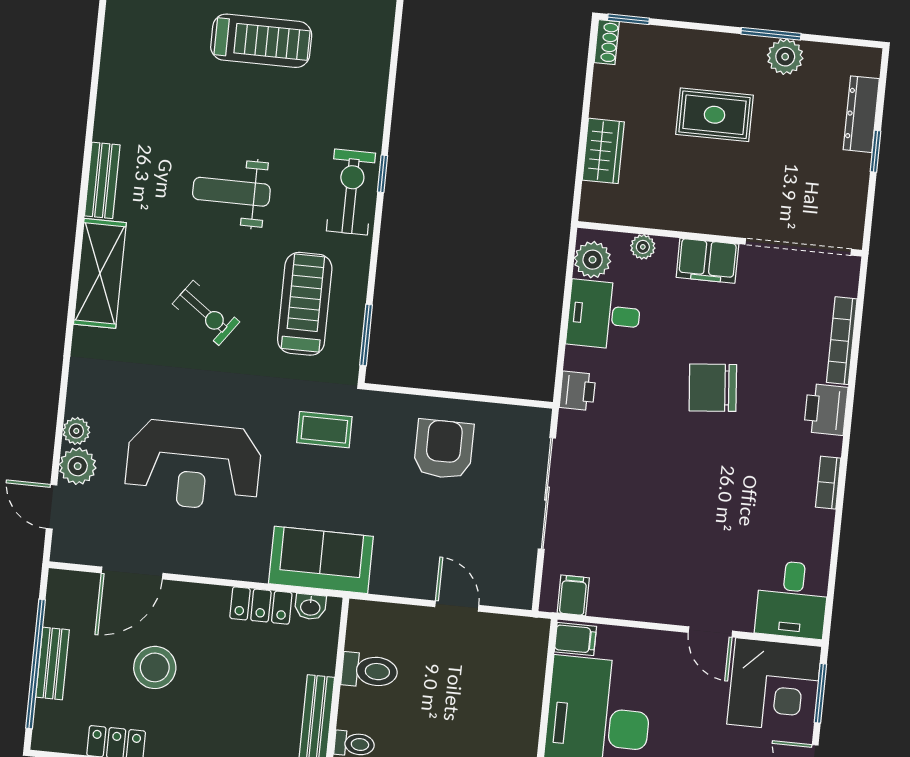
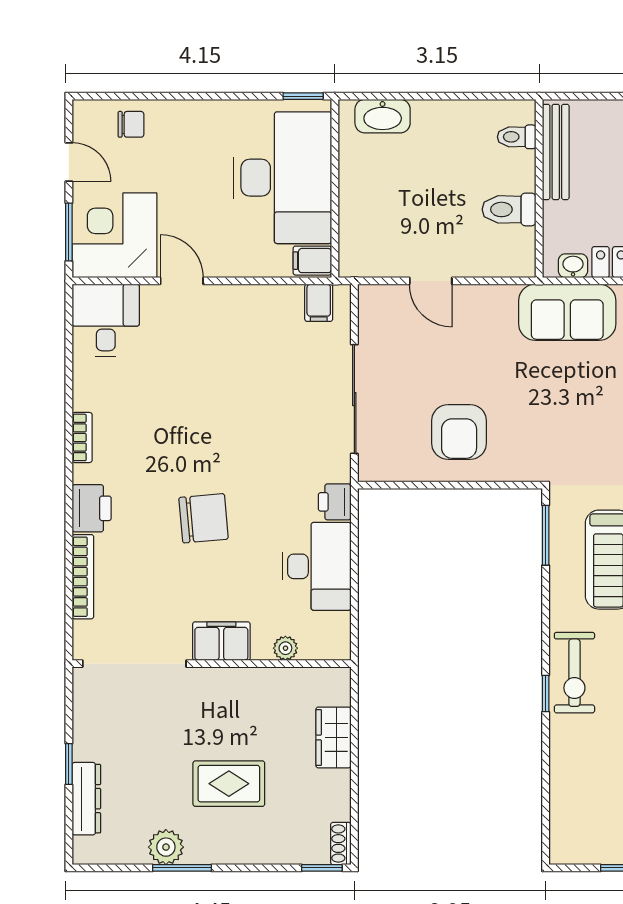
plant: (593, 260) -> (333, 631), removed
desk: (604, 315) -> (317, 566), width x1.37
coffee table: (324, 430) -> (577, 439), removed

